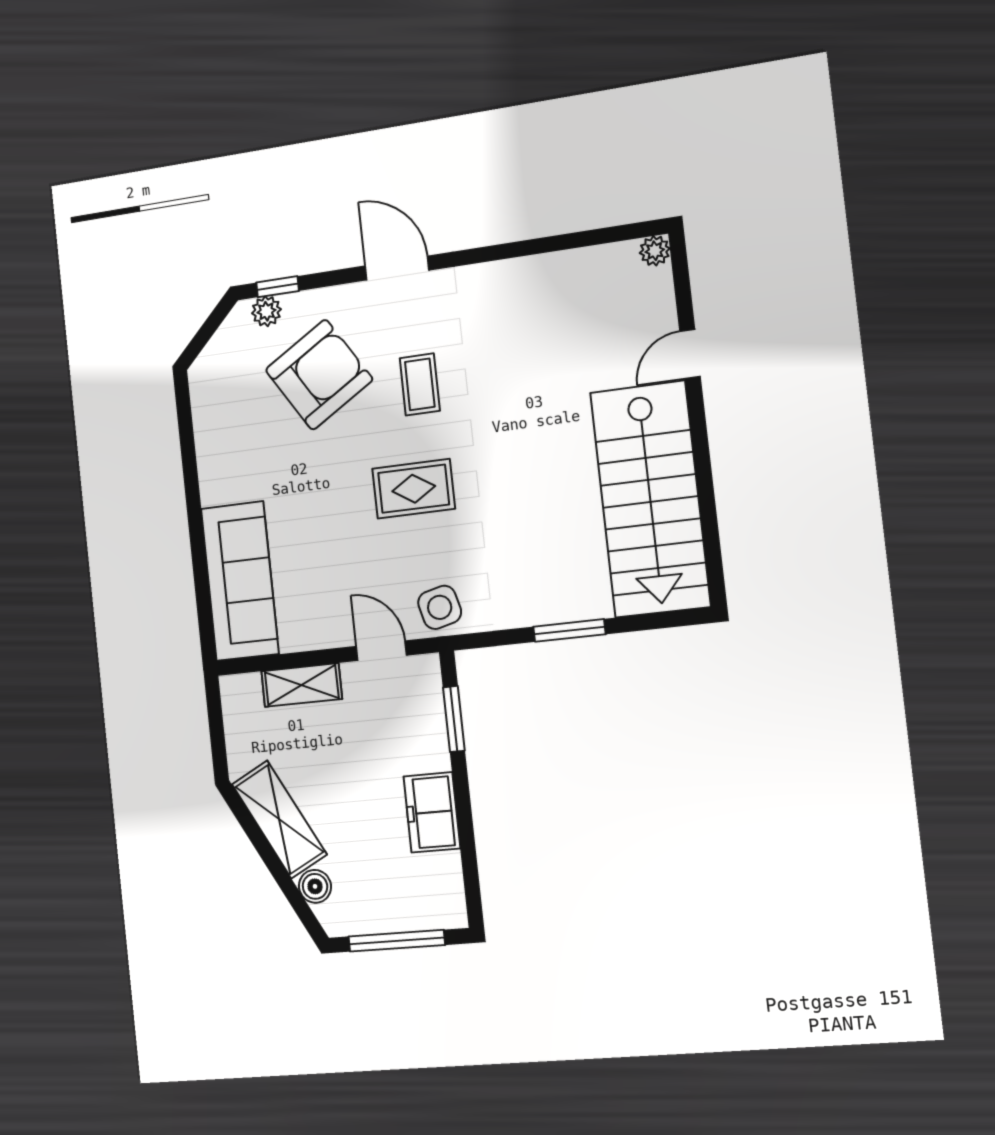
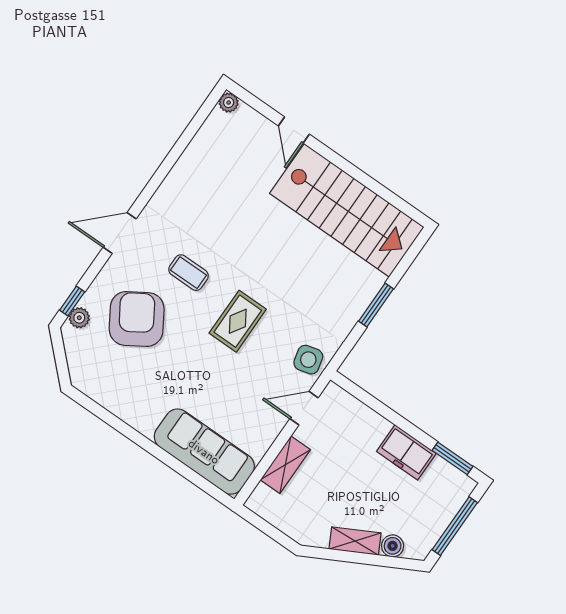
window: (454, 719) -> (453, 458), moved
shelving: (279, 819) -> (355, 541), width x0.67, depth x0.75

